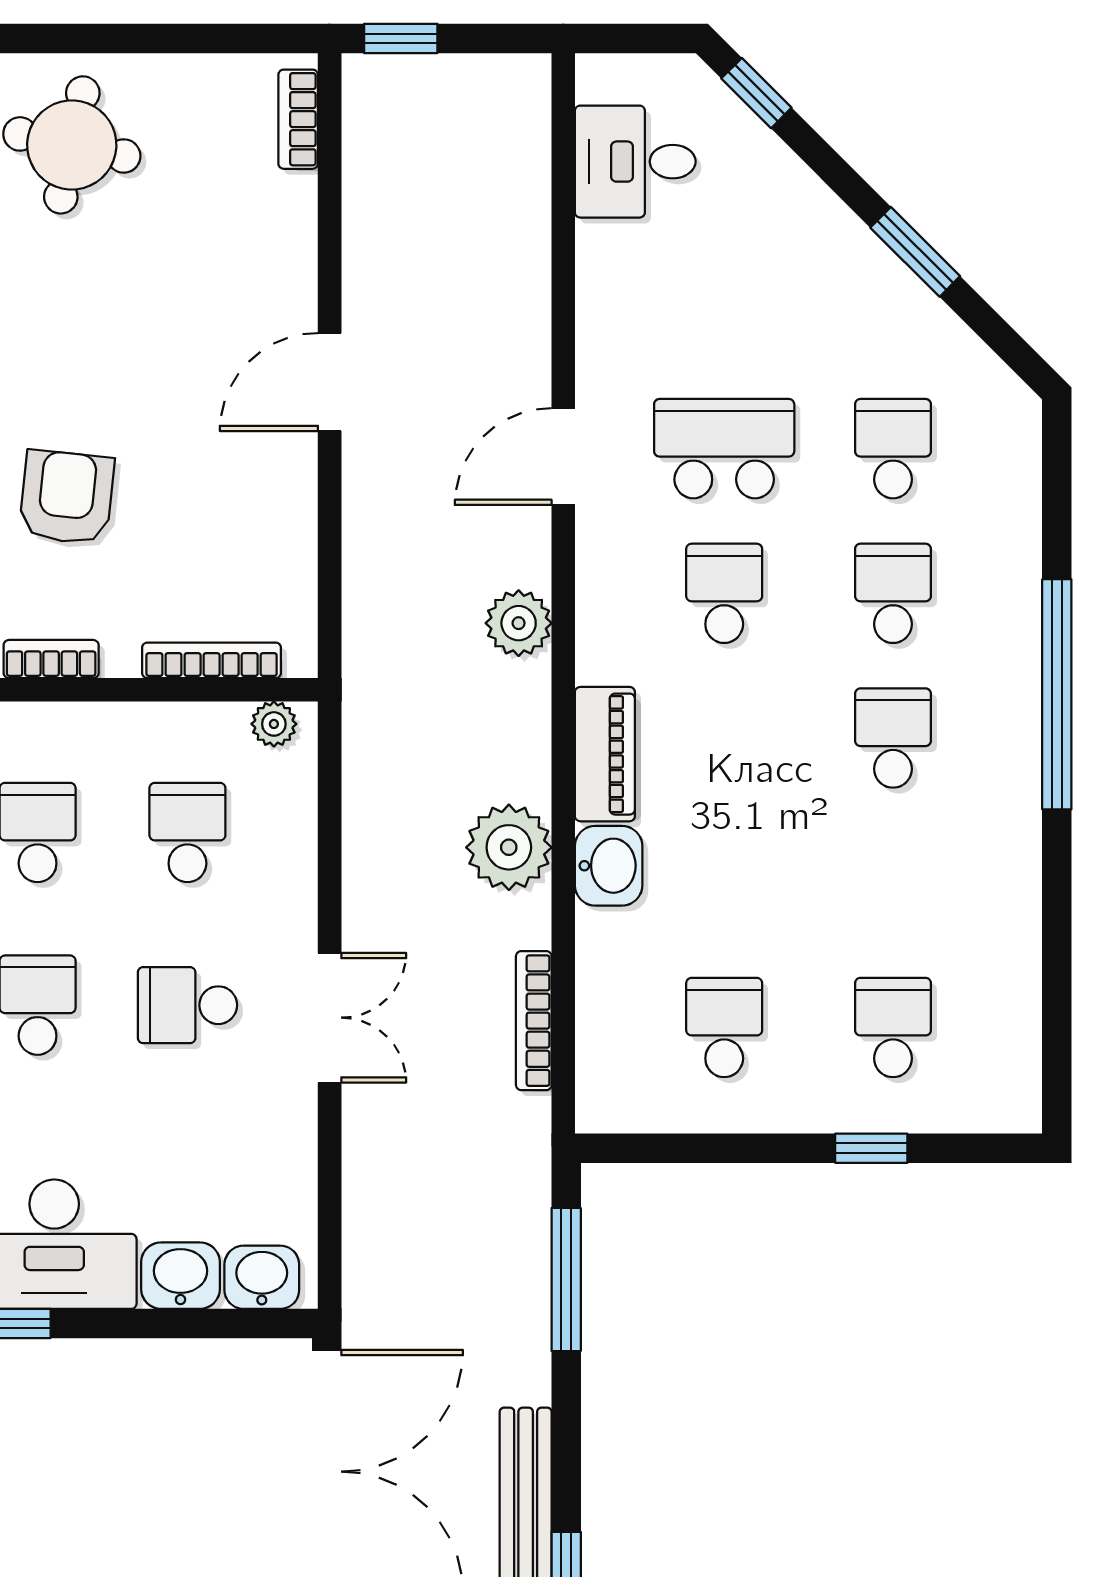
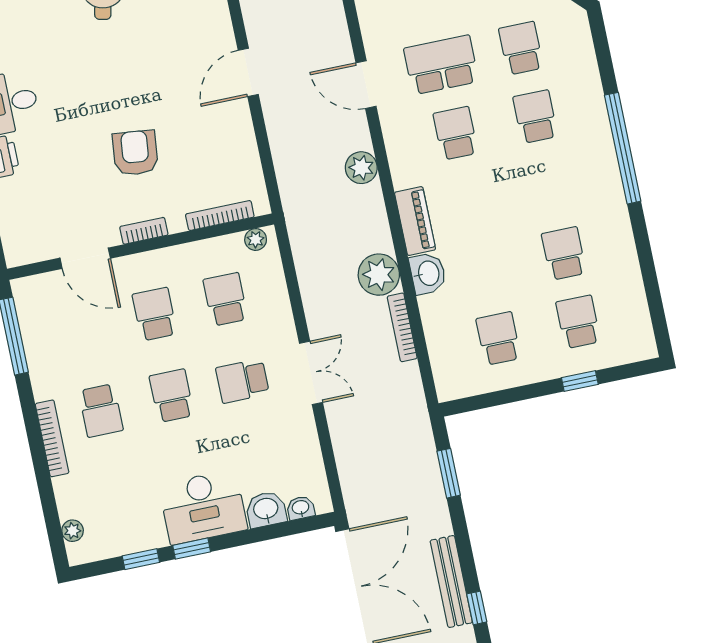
door: (563, 457) -> (366, 85), hinge flipped
school desk: (893, 738) -> (564, 253), moved
bookcase: (534, 1021) -> (402, 327), moved
washbasin: (262, 1277) -> (301, 508), width x0.72, depth x0.69
window: (566, 1279) -> (449, 473), width x0.69

